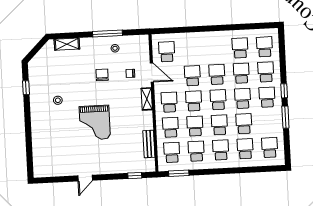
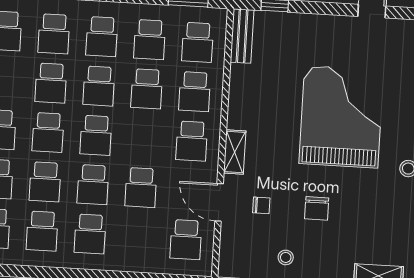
school desk: (194, 101) -> (90, 234), moved
grand piano: (95, 123) -> (341, 117), width x1.37, depth x1.48
bench: (149, 144) -> (242, 36), moved

